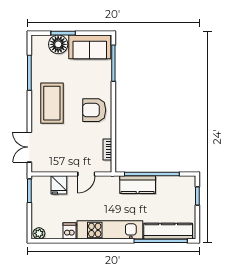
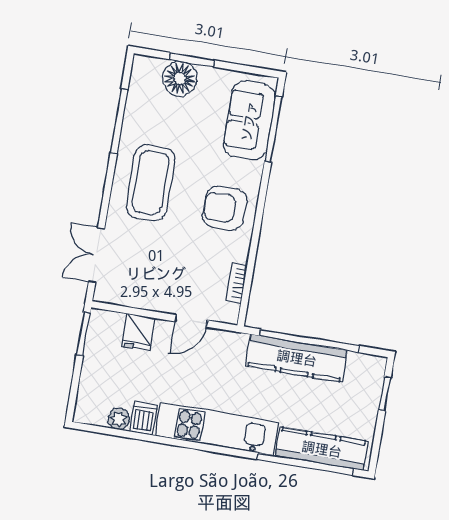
sofa: (90, 47) -> (249, 121), moved, turned 90
kitchen counter: (138, 185) -> (297, 358), width x1.50
plant: (39, 233) -> (119, 419), moved

